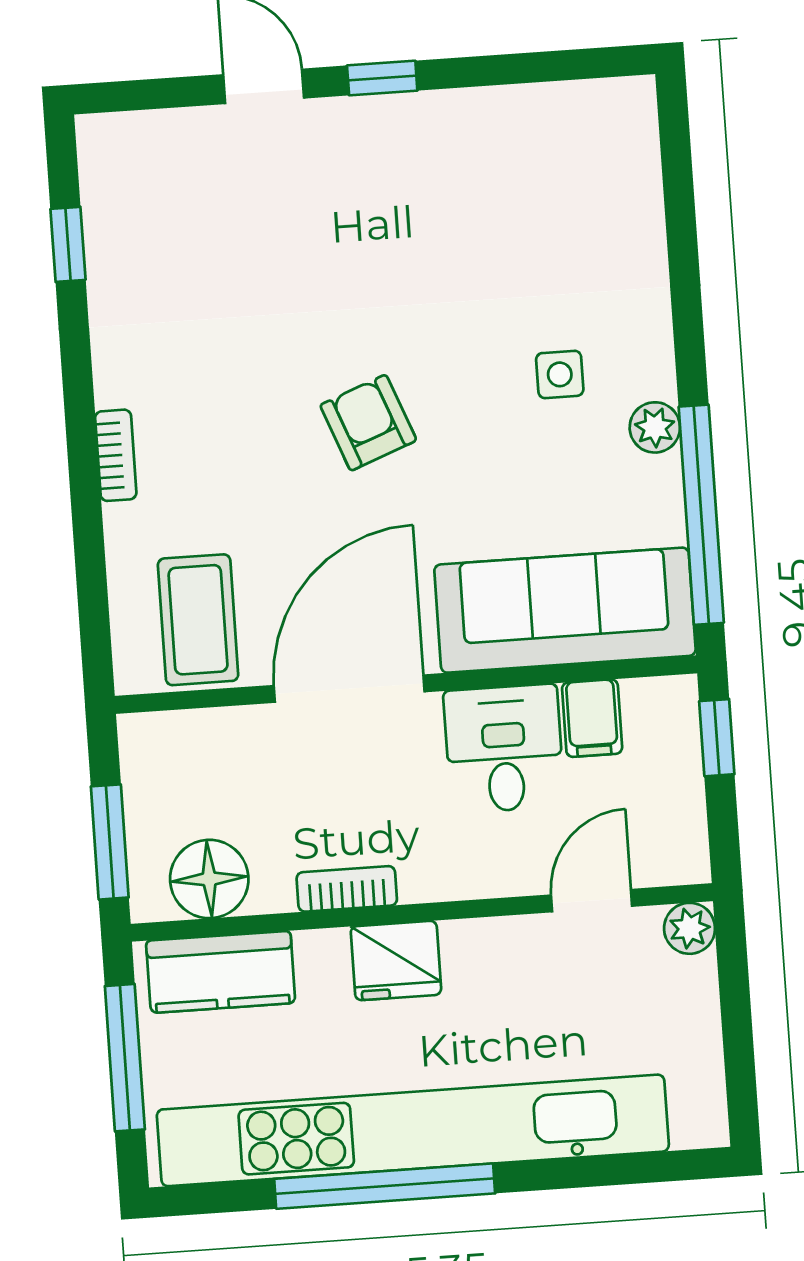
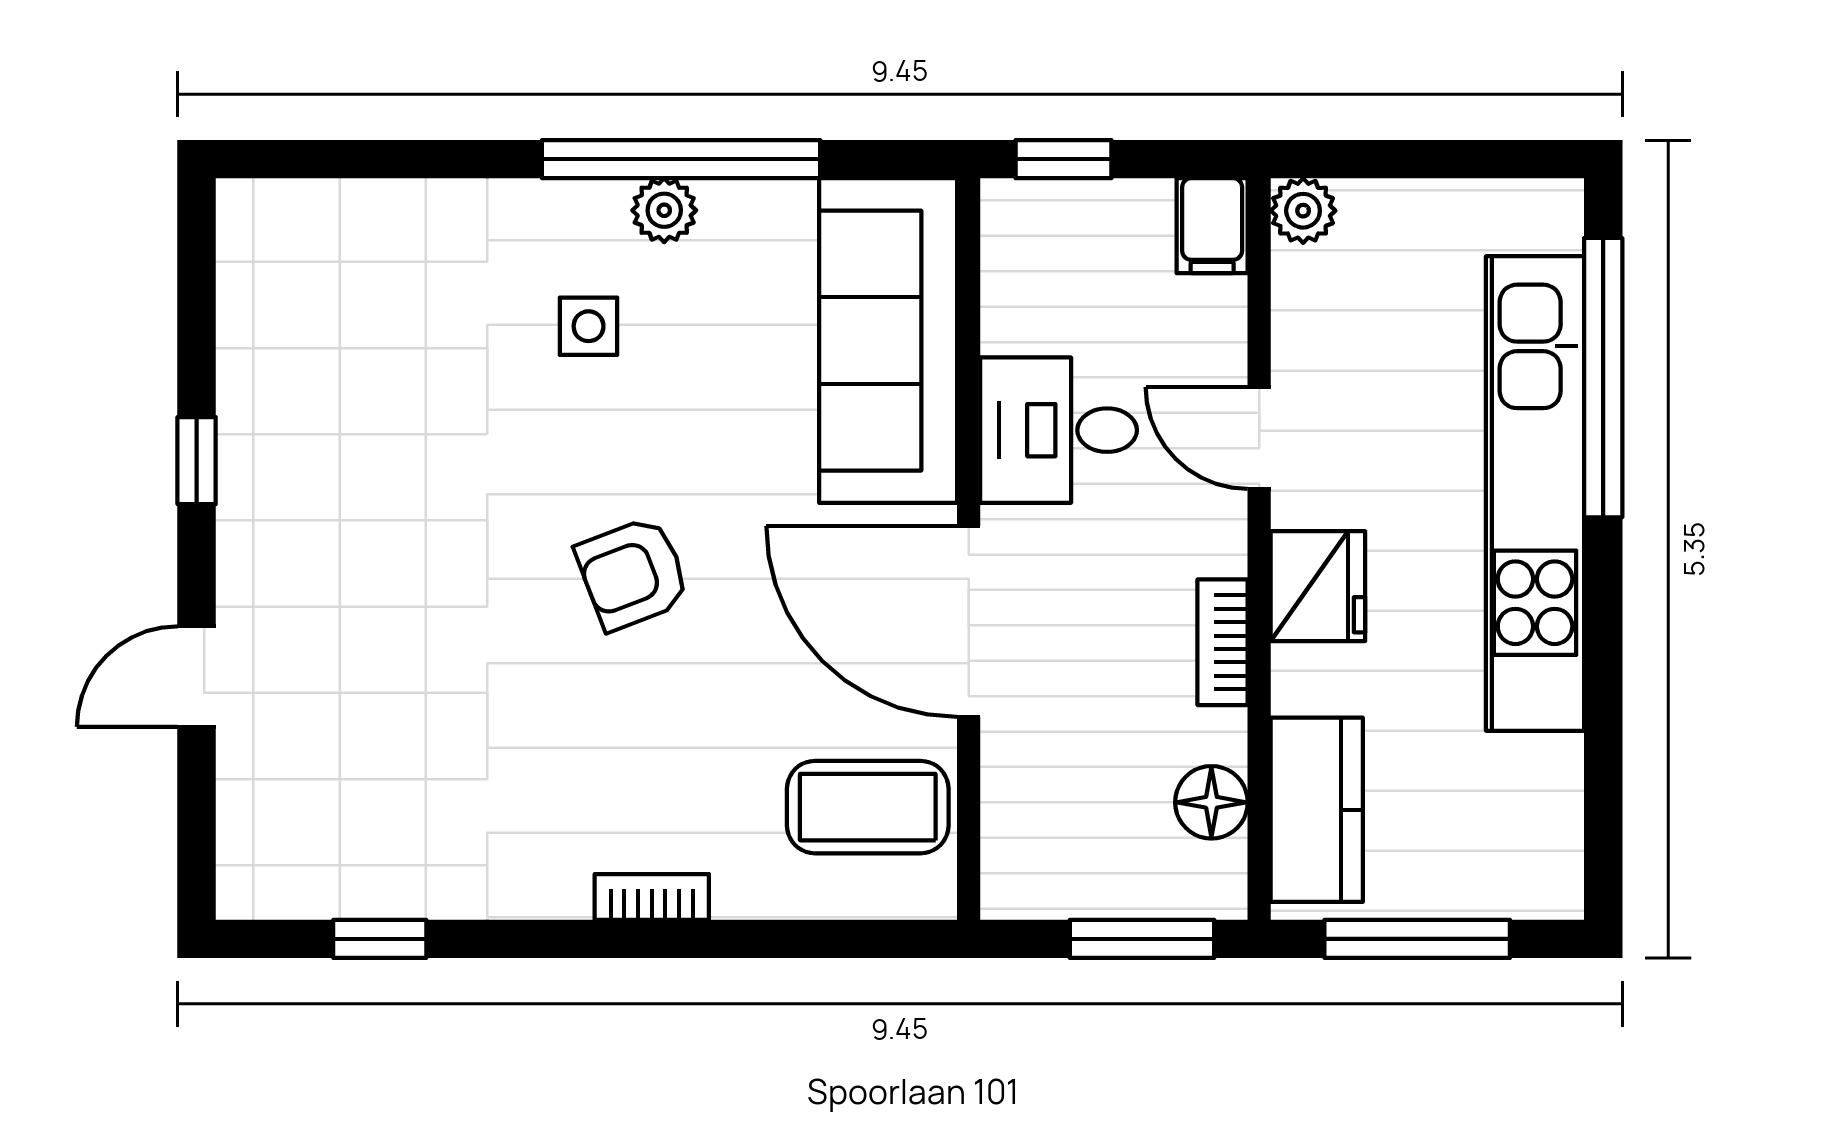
window: (382, 78) -> (197, 461), moved
window: (701, 515) -> (681, 159), moved
filing cabinet: (592, 718) -> (1212, 226), moved, turned 90
floor lamp: (209, 879) -> (1211, 802), width x0.73, depth x0.73
door: (592, 901) -> (1259, 438), moved
kitchen unit: (413, 1130) -> (1535, 494), width x0.73
window: (385, 1186) -> (1603, 378), moved

